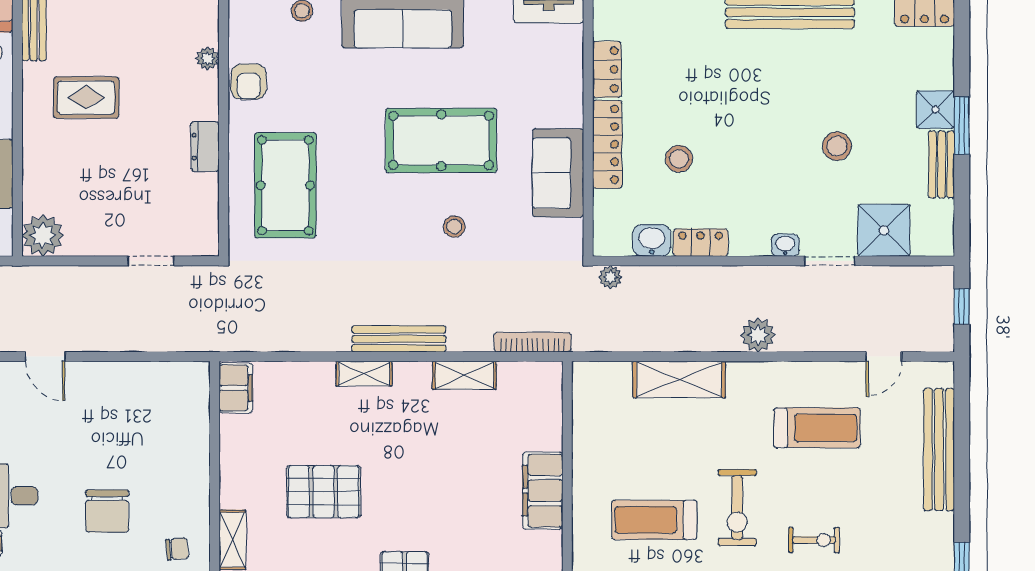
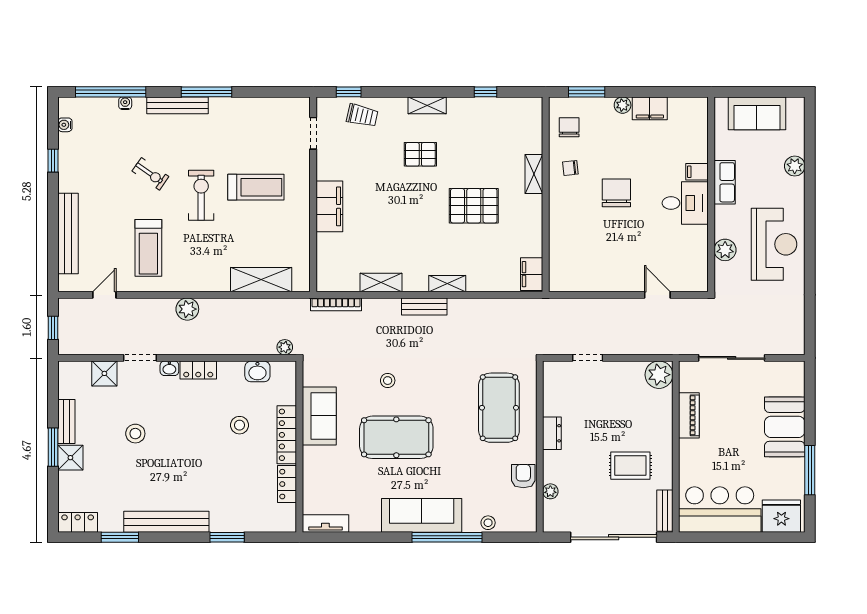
shower: (884, 230) -> (104, 373), width x0.73, depth x0.73
locker: (700, 243) -> (198, 370), moved
bench: (399, 339) -> (424, 306), width x0.73
shelving: (679, 379) -> (261, 280), moved
treadmill: (817, 428) -> (148, 248), turned -90
exercise bike: (814, 540) -> (150, 174), turned -145

